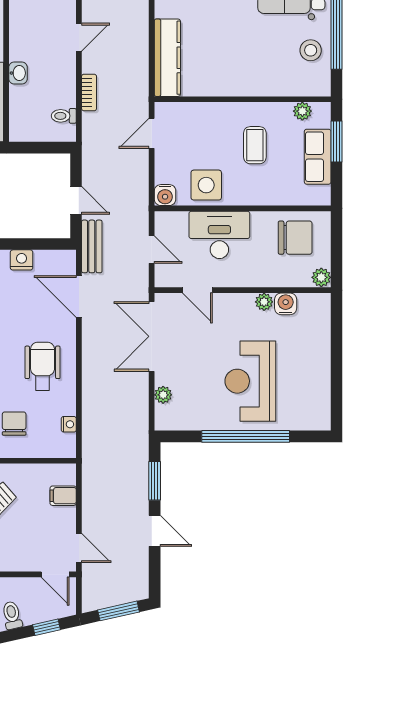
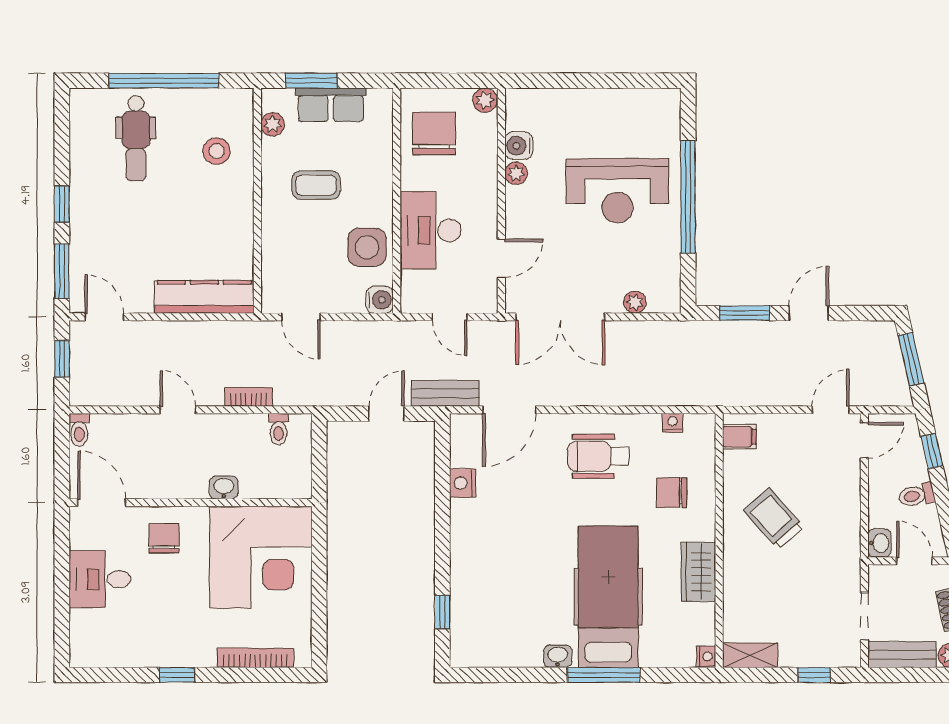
stool: (311, 50) -> (217, 151), moved
door: (152, 250) -> (449, 317), swing flipped
filing cabinet: (63, 496) -> (739, 437), moved, turned -90

